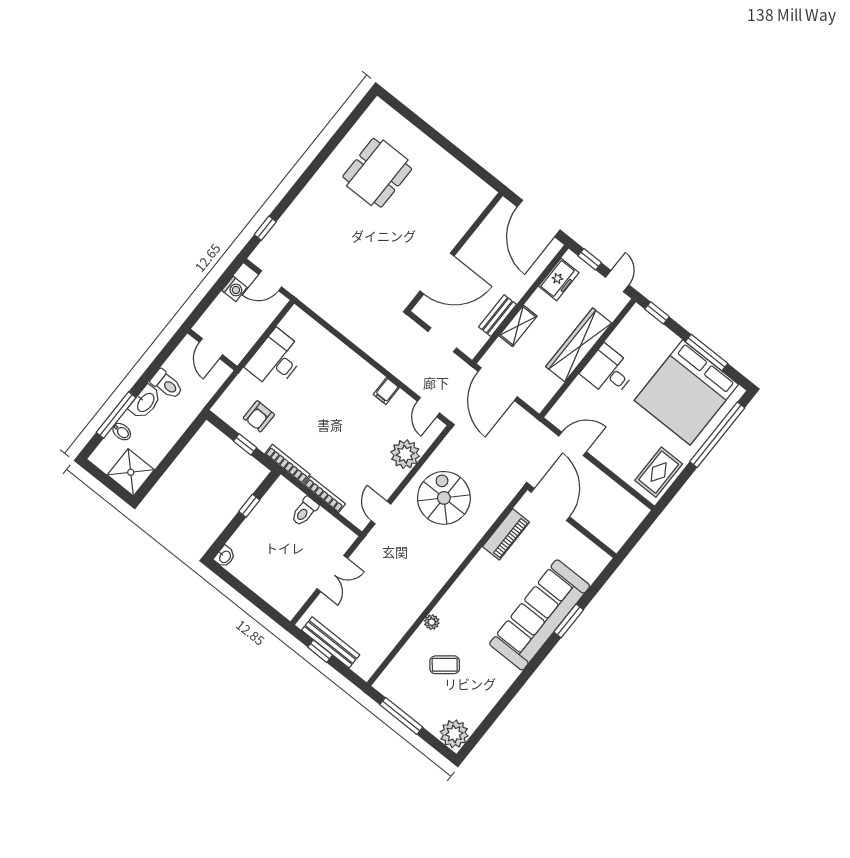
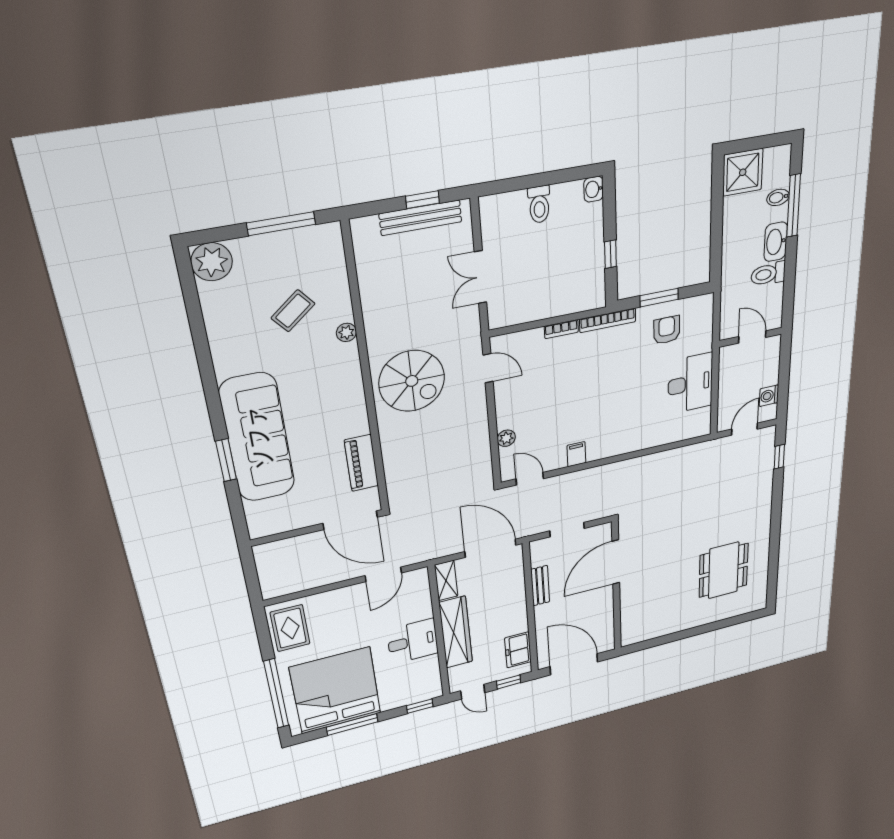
shelving: (518, 326) -> (446, 581), moved
window: (245, 444) -> (659, 298), width x1.50
plant: (405, 454) -> (506, 438), width x0.53, depth x0.53
bookcase: (325, 494) -> (561, 329), width x0.64
spiral stairs: (444, 498) -> (412, 381), moved
toilet: (305, 511) -> (539, 204), moved, turned 180

